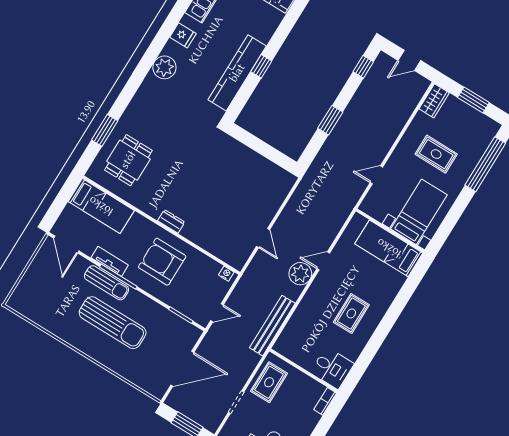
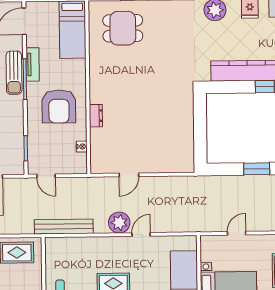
door: (376, 175) -> (237, 233), hinge flipped
dresser: (171, 221) -> (96, 116), moved
door: (323, 261) -> (141, 234), hinge flipped
armchair: (162, 262) -> (59, 106), turned 180
nightstand: (226, 274) -> (82, 147), moved

